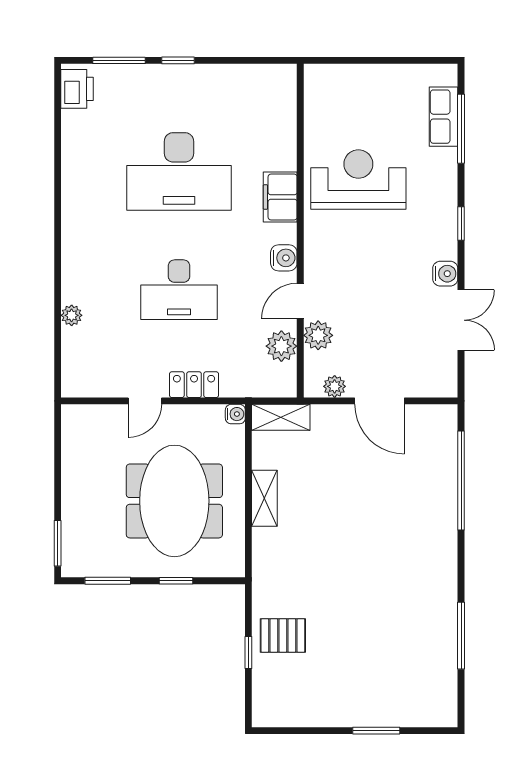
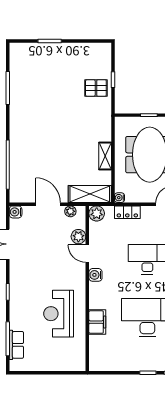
reception desk: (358, 180) -> (59, 314), turned 90
filing cabinet: (280, 197) -> (97, 322), moved
water cooler: (445, 274) -> (16, 212), moved
door: (300, 301) -> (87, 254), swing flipped
plant: (281, 346) -> (97, 213), moved
locker: (194, 385) -> (127, 212), moved
shelving: (281, 417) -> (90, 194), width x1.50, depth x1.33

